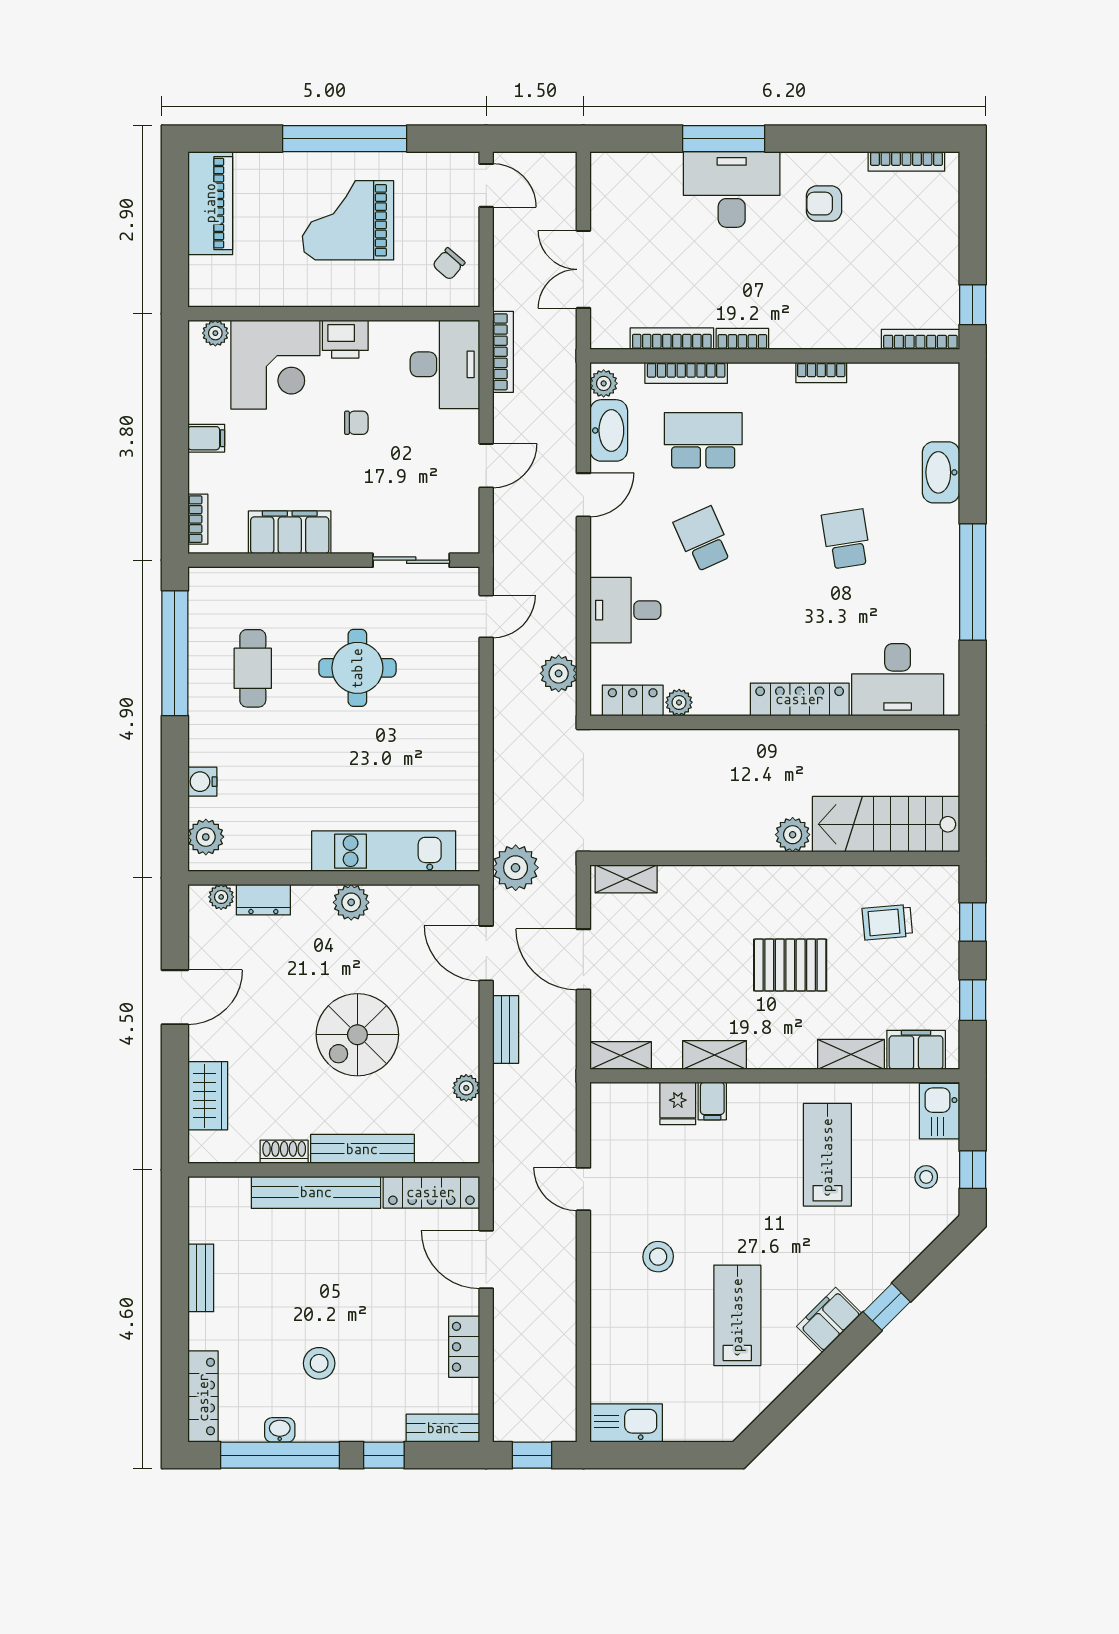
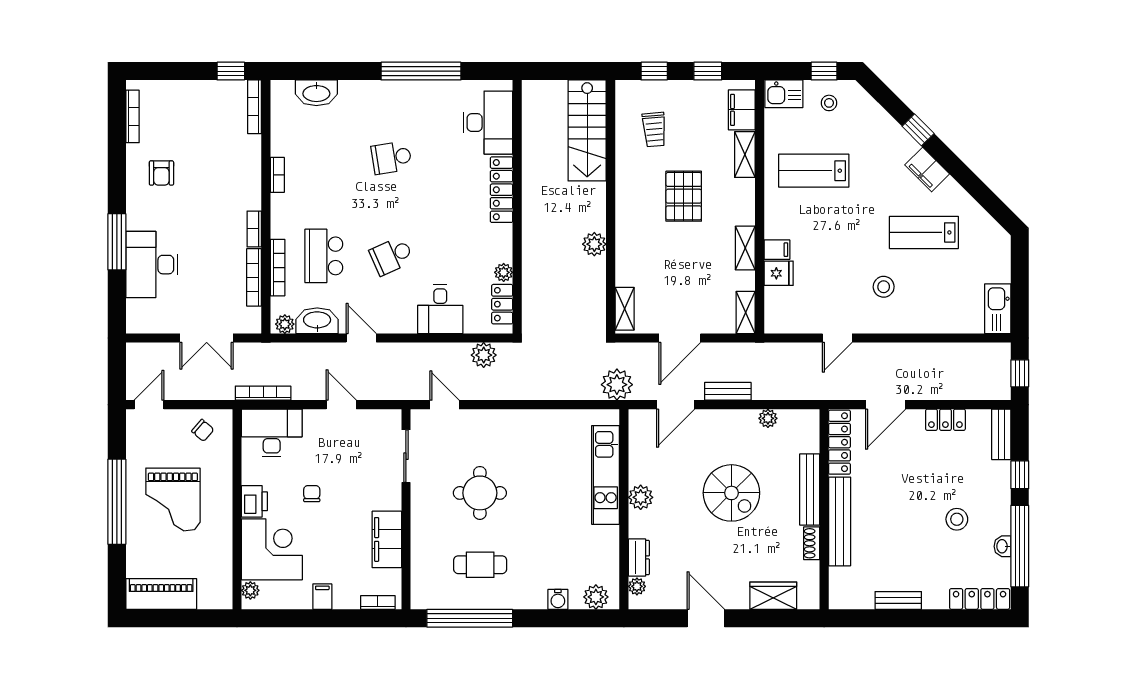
desk: (732, 189) -> (152, 265), moved
washbasin: (941, 472) -> (316, 93), moved
plant: (793, 835) -> (594, 244), moved

